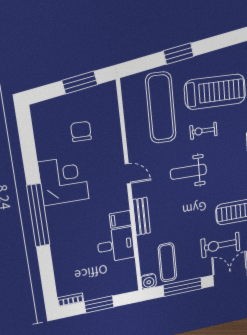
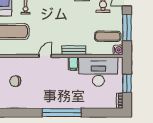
weight bench: (188, 172) -> (50, 17), removed
corner desk: (64, 181) -> (43, 95), removed
desk: (116, 245) -> (98, 72), width x1.87, depth x1.30

